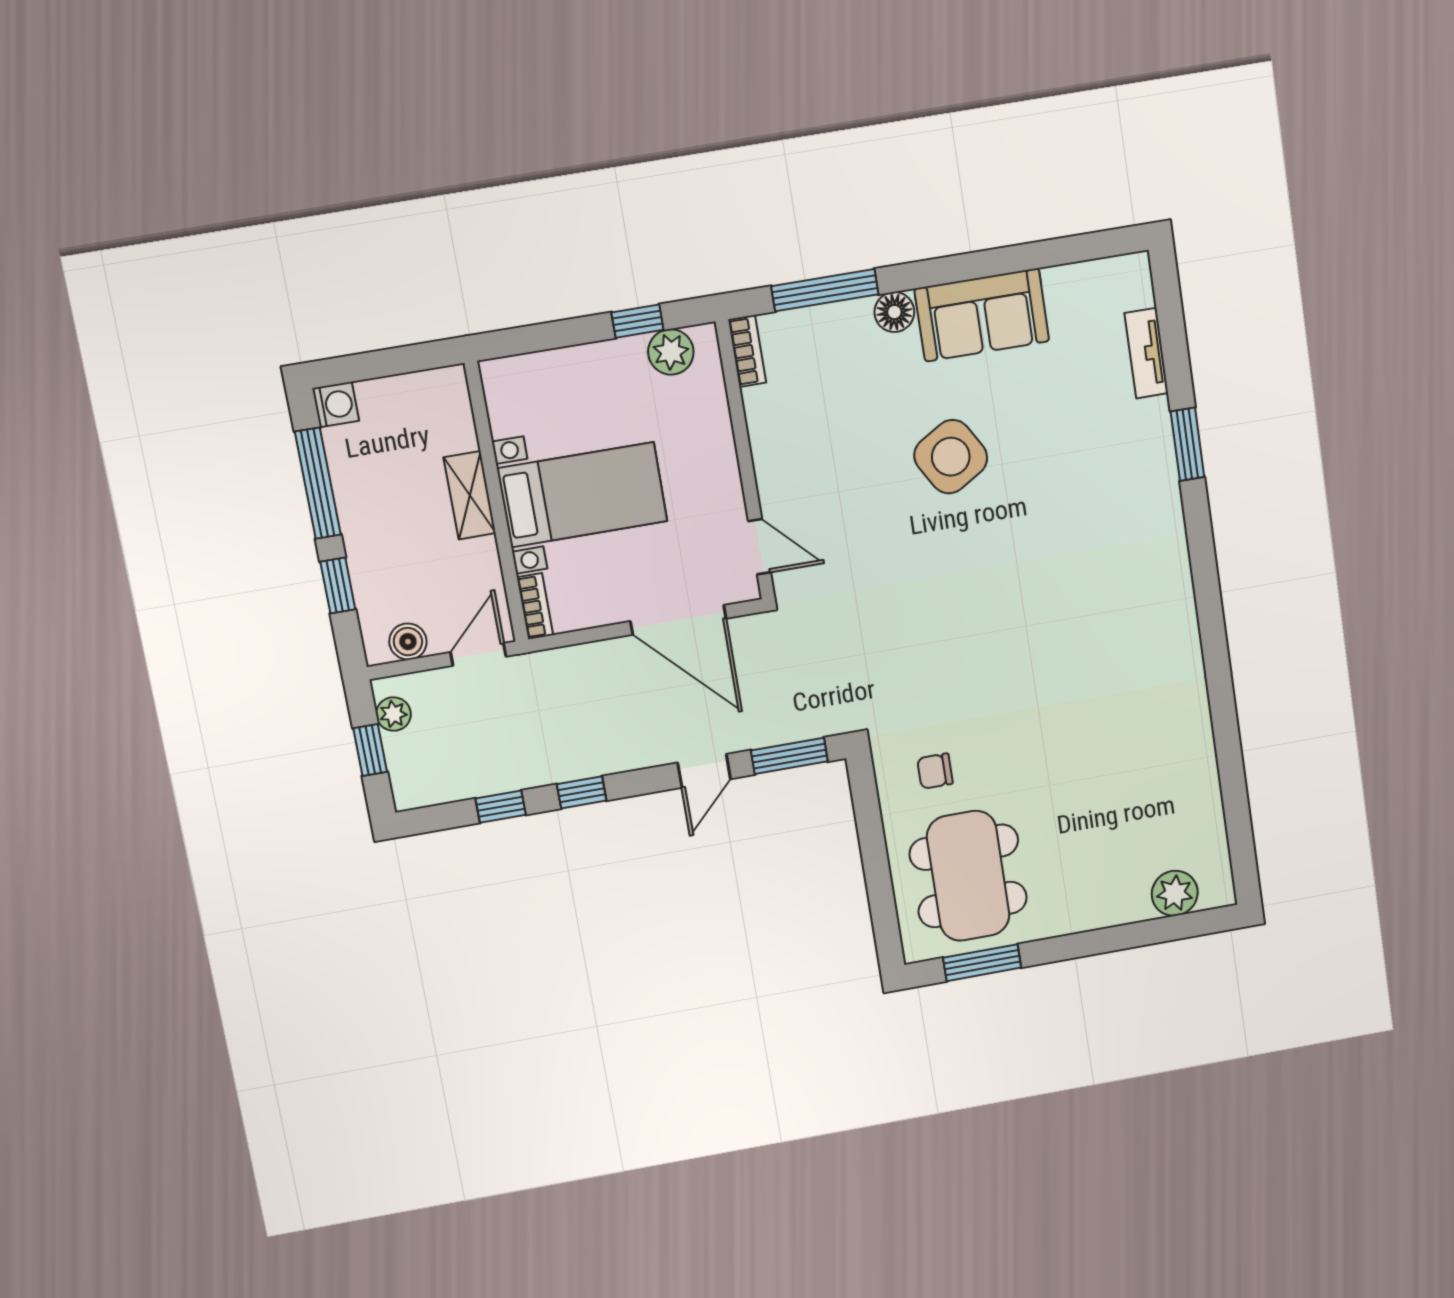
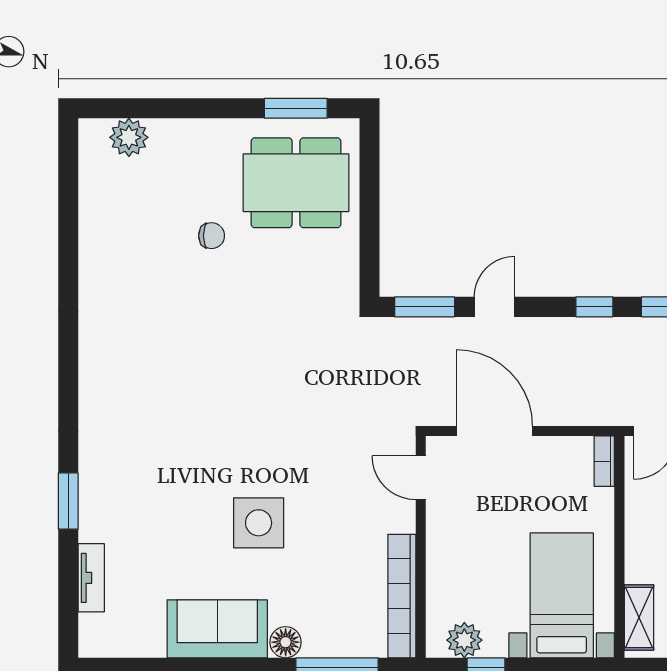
bookcase: (747, 351) -> (402, 596), width x2.31, depth x1.31
side table: (951, 457) -> (259, 523), turned 31
shelving: (470, 495) -> (639, 617), moved
bed with nightstands: (582, 495) -> (562, 595), moved, turned 90
chair: (935, 771) -> (212, 236), moved
dining table: (968, 876) -> (296, 183), turned 90

